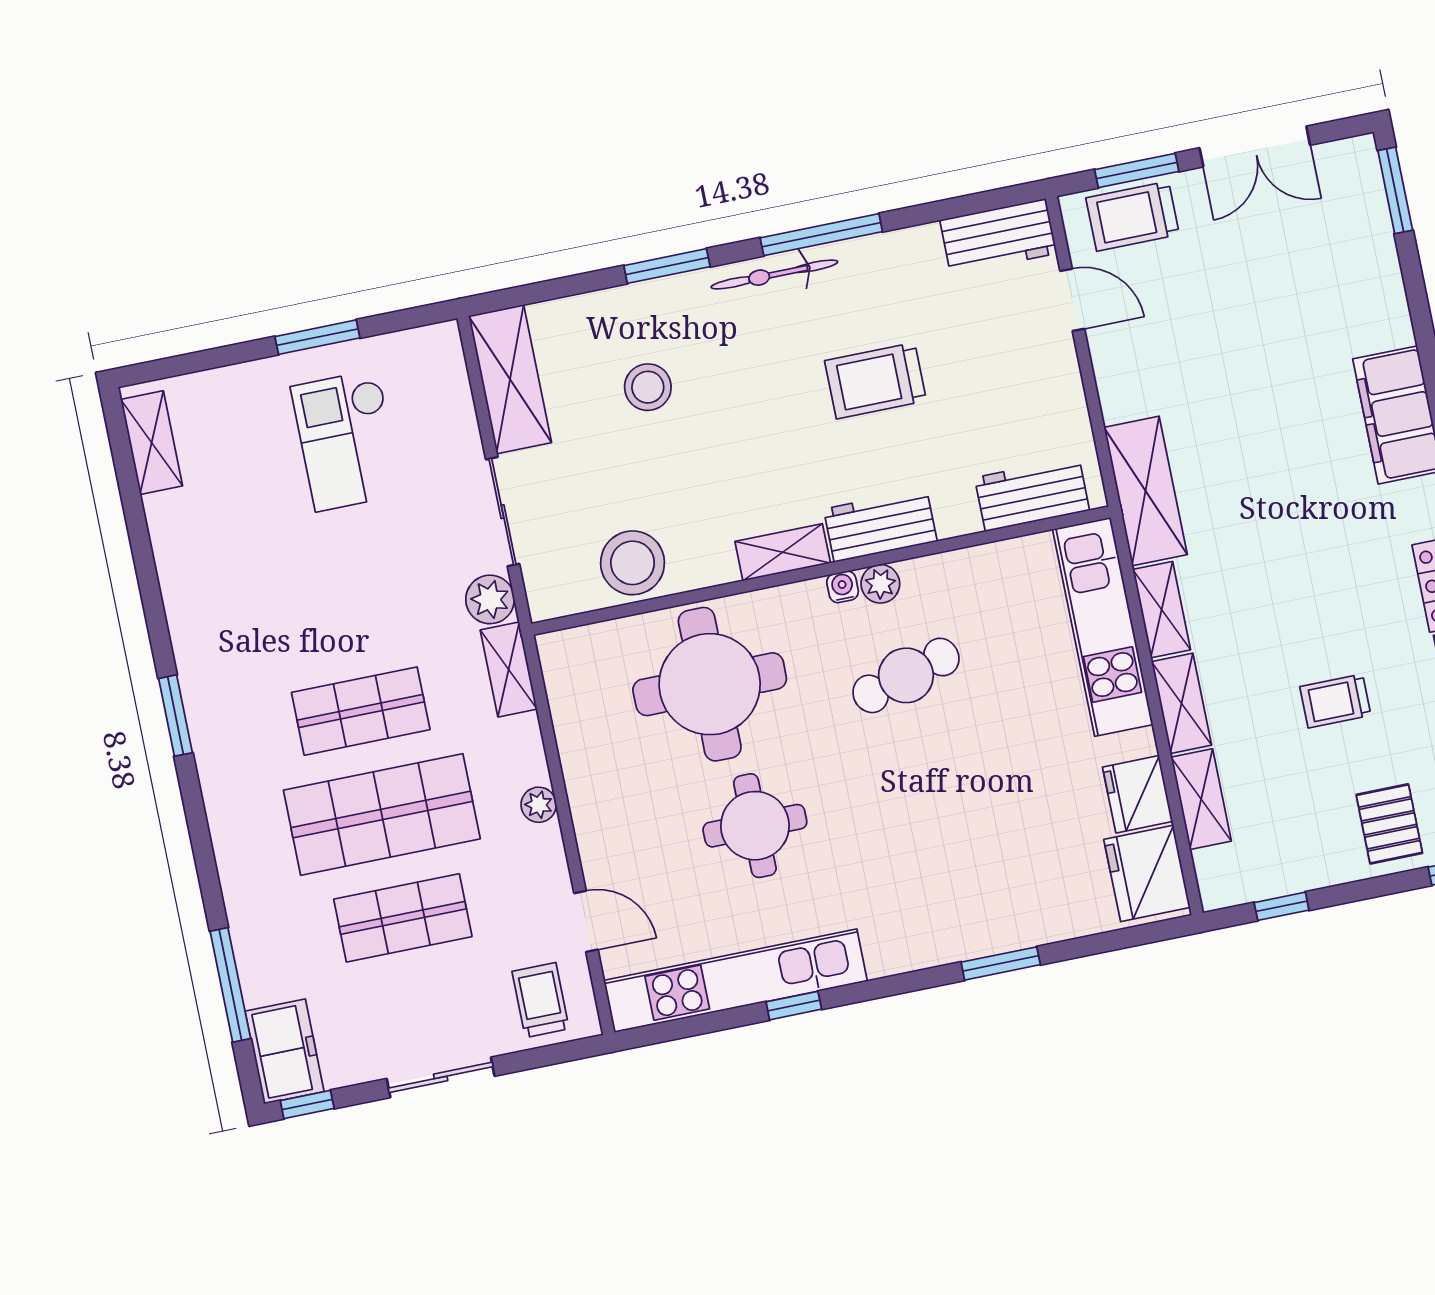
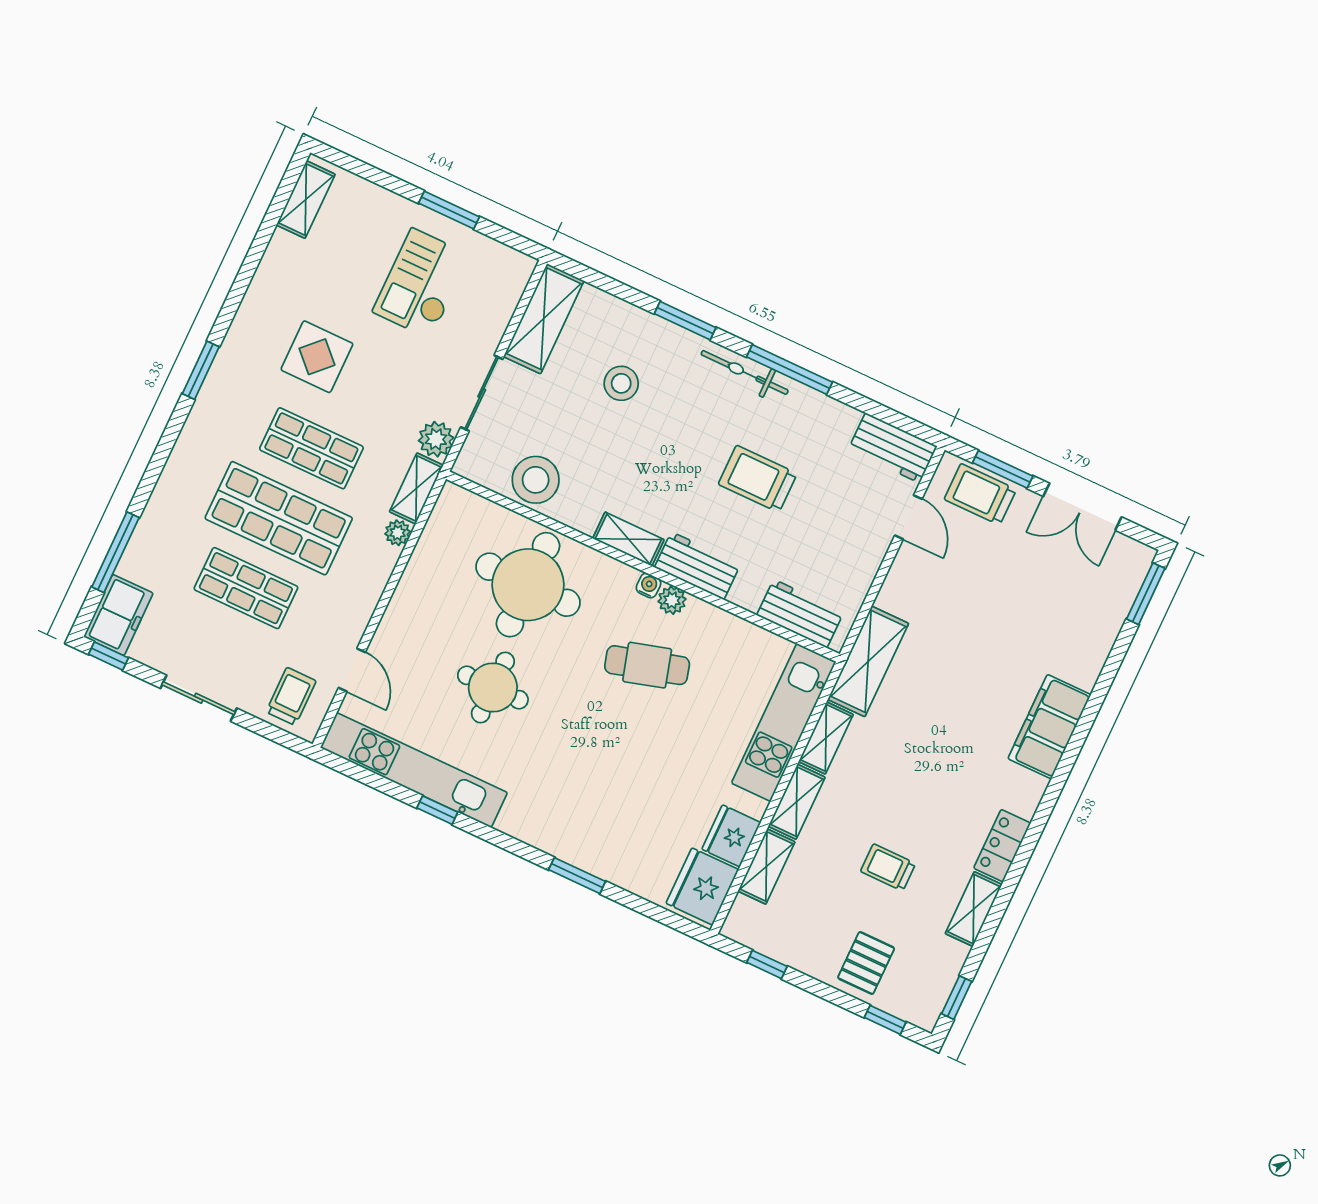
display table: (292, 606) -> (317, 357), added
plant: (539, 805) -> (398, 533), moved

